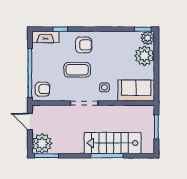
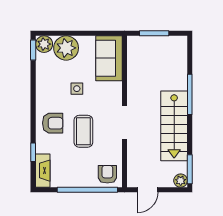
armchair: (84, 45) -> (53, 123), turned 90
side table: (104, 87) -> (77, 89), moved
stairs: (113, 143) -> (174, 126), moved
plant: (42, 144) -> (181, 181), width x0.53, depth x0.53

